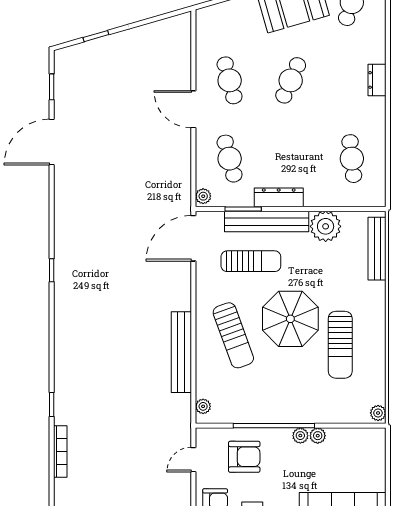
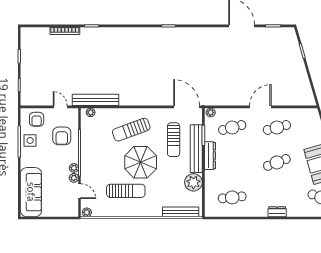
cafe table: (291, 80) -> (277, 162), turned -45
sun lounger: (340, 345) -> (126, 191), turned 180
bench: (181, 352) -> (95, 100), moved
door: (341, 426) -> (80, 191), added

